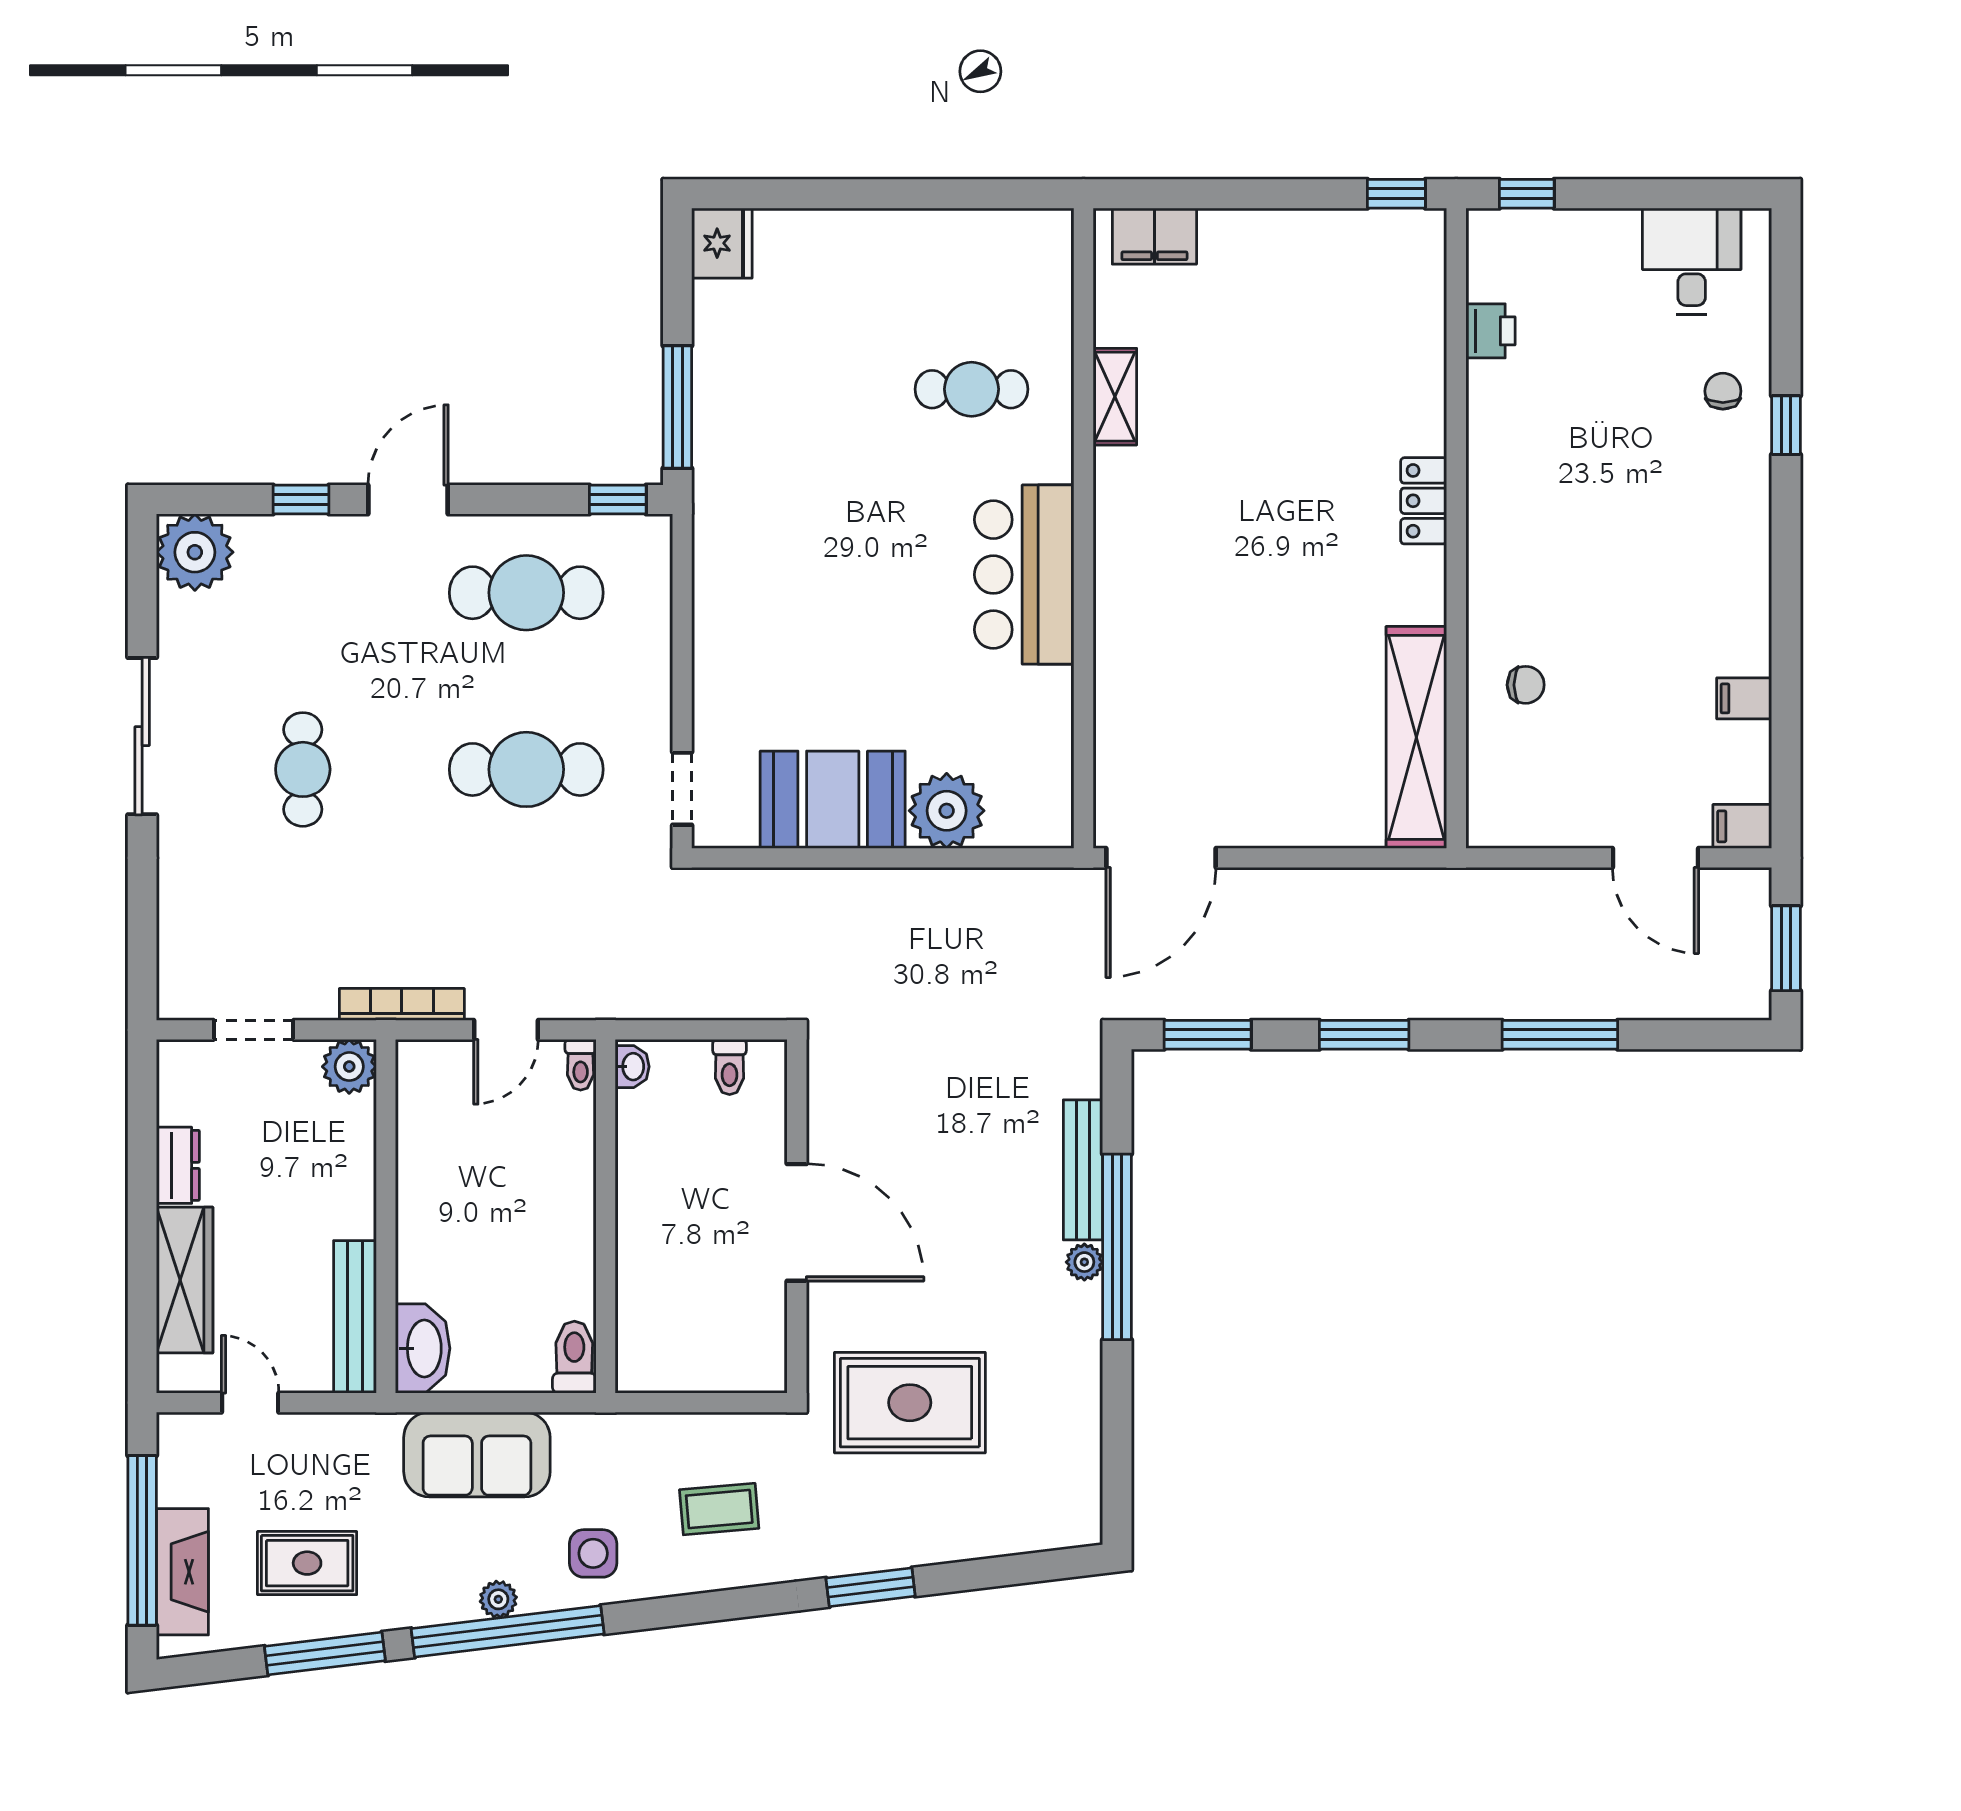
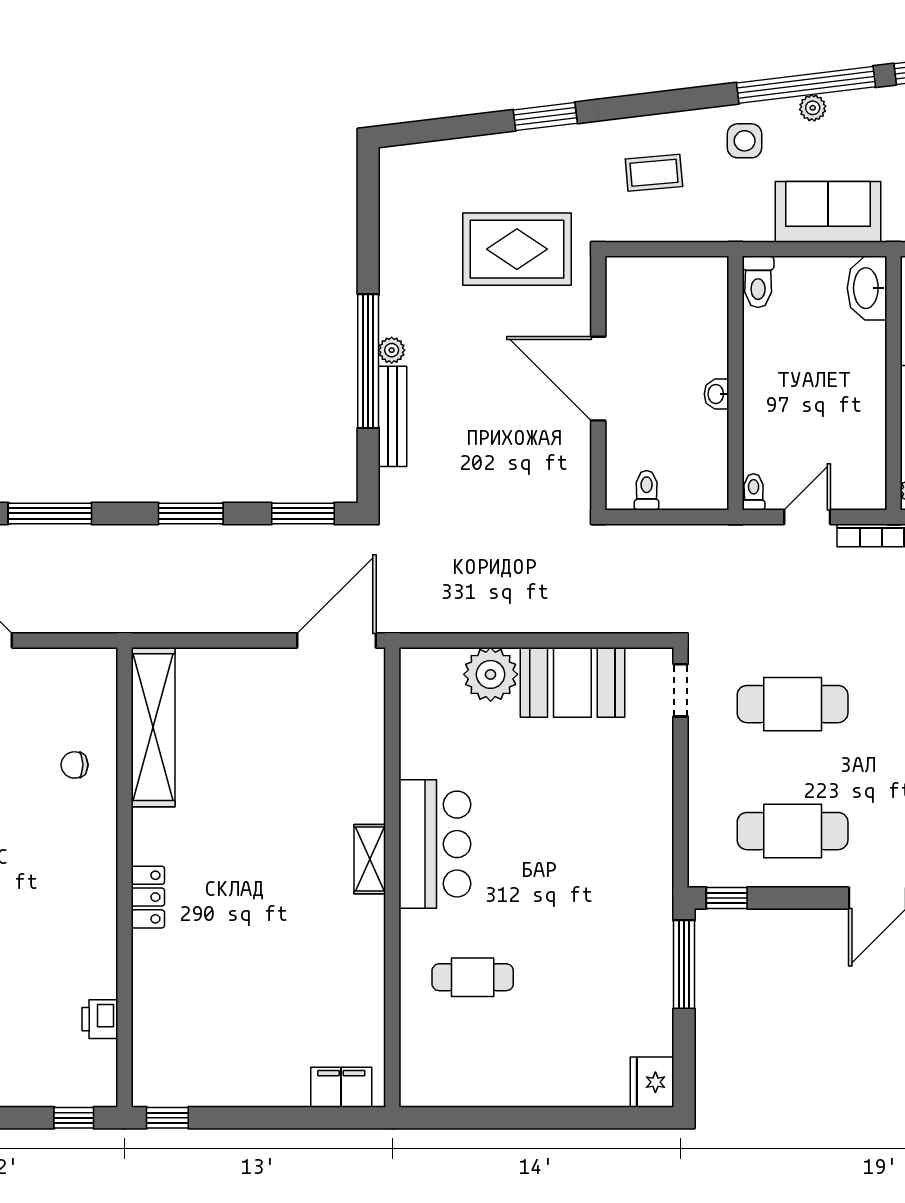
shelving: (1115, 397) -> (370, 859), moved
washbasin: (632, 1067) -> (716, 394), moved

